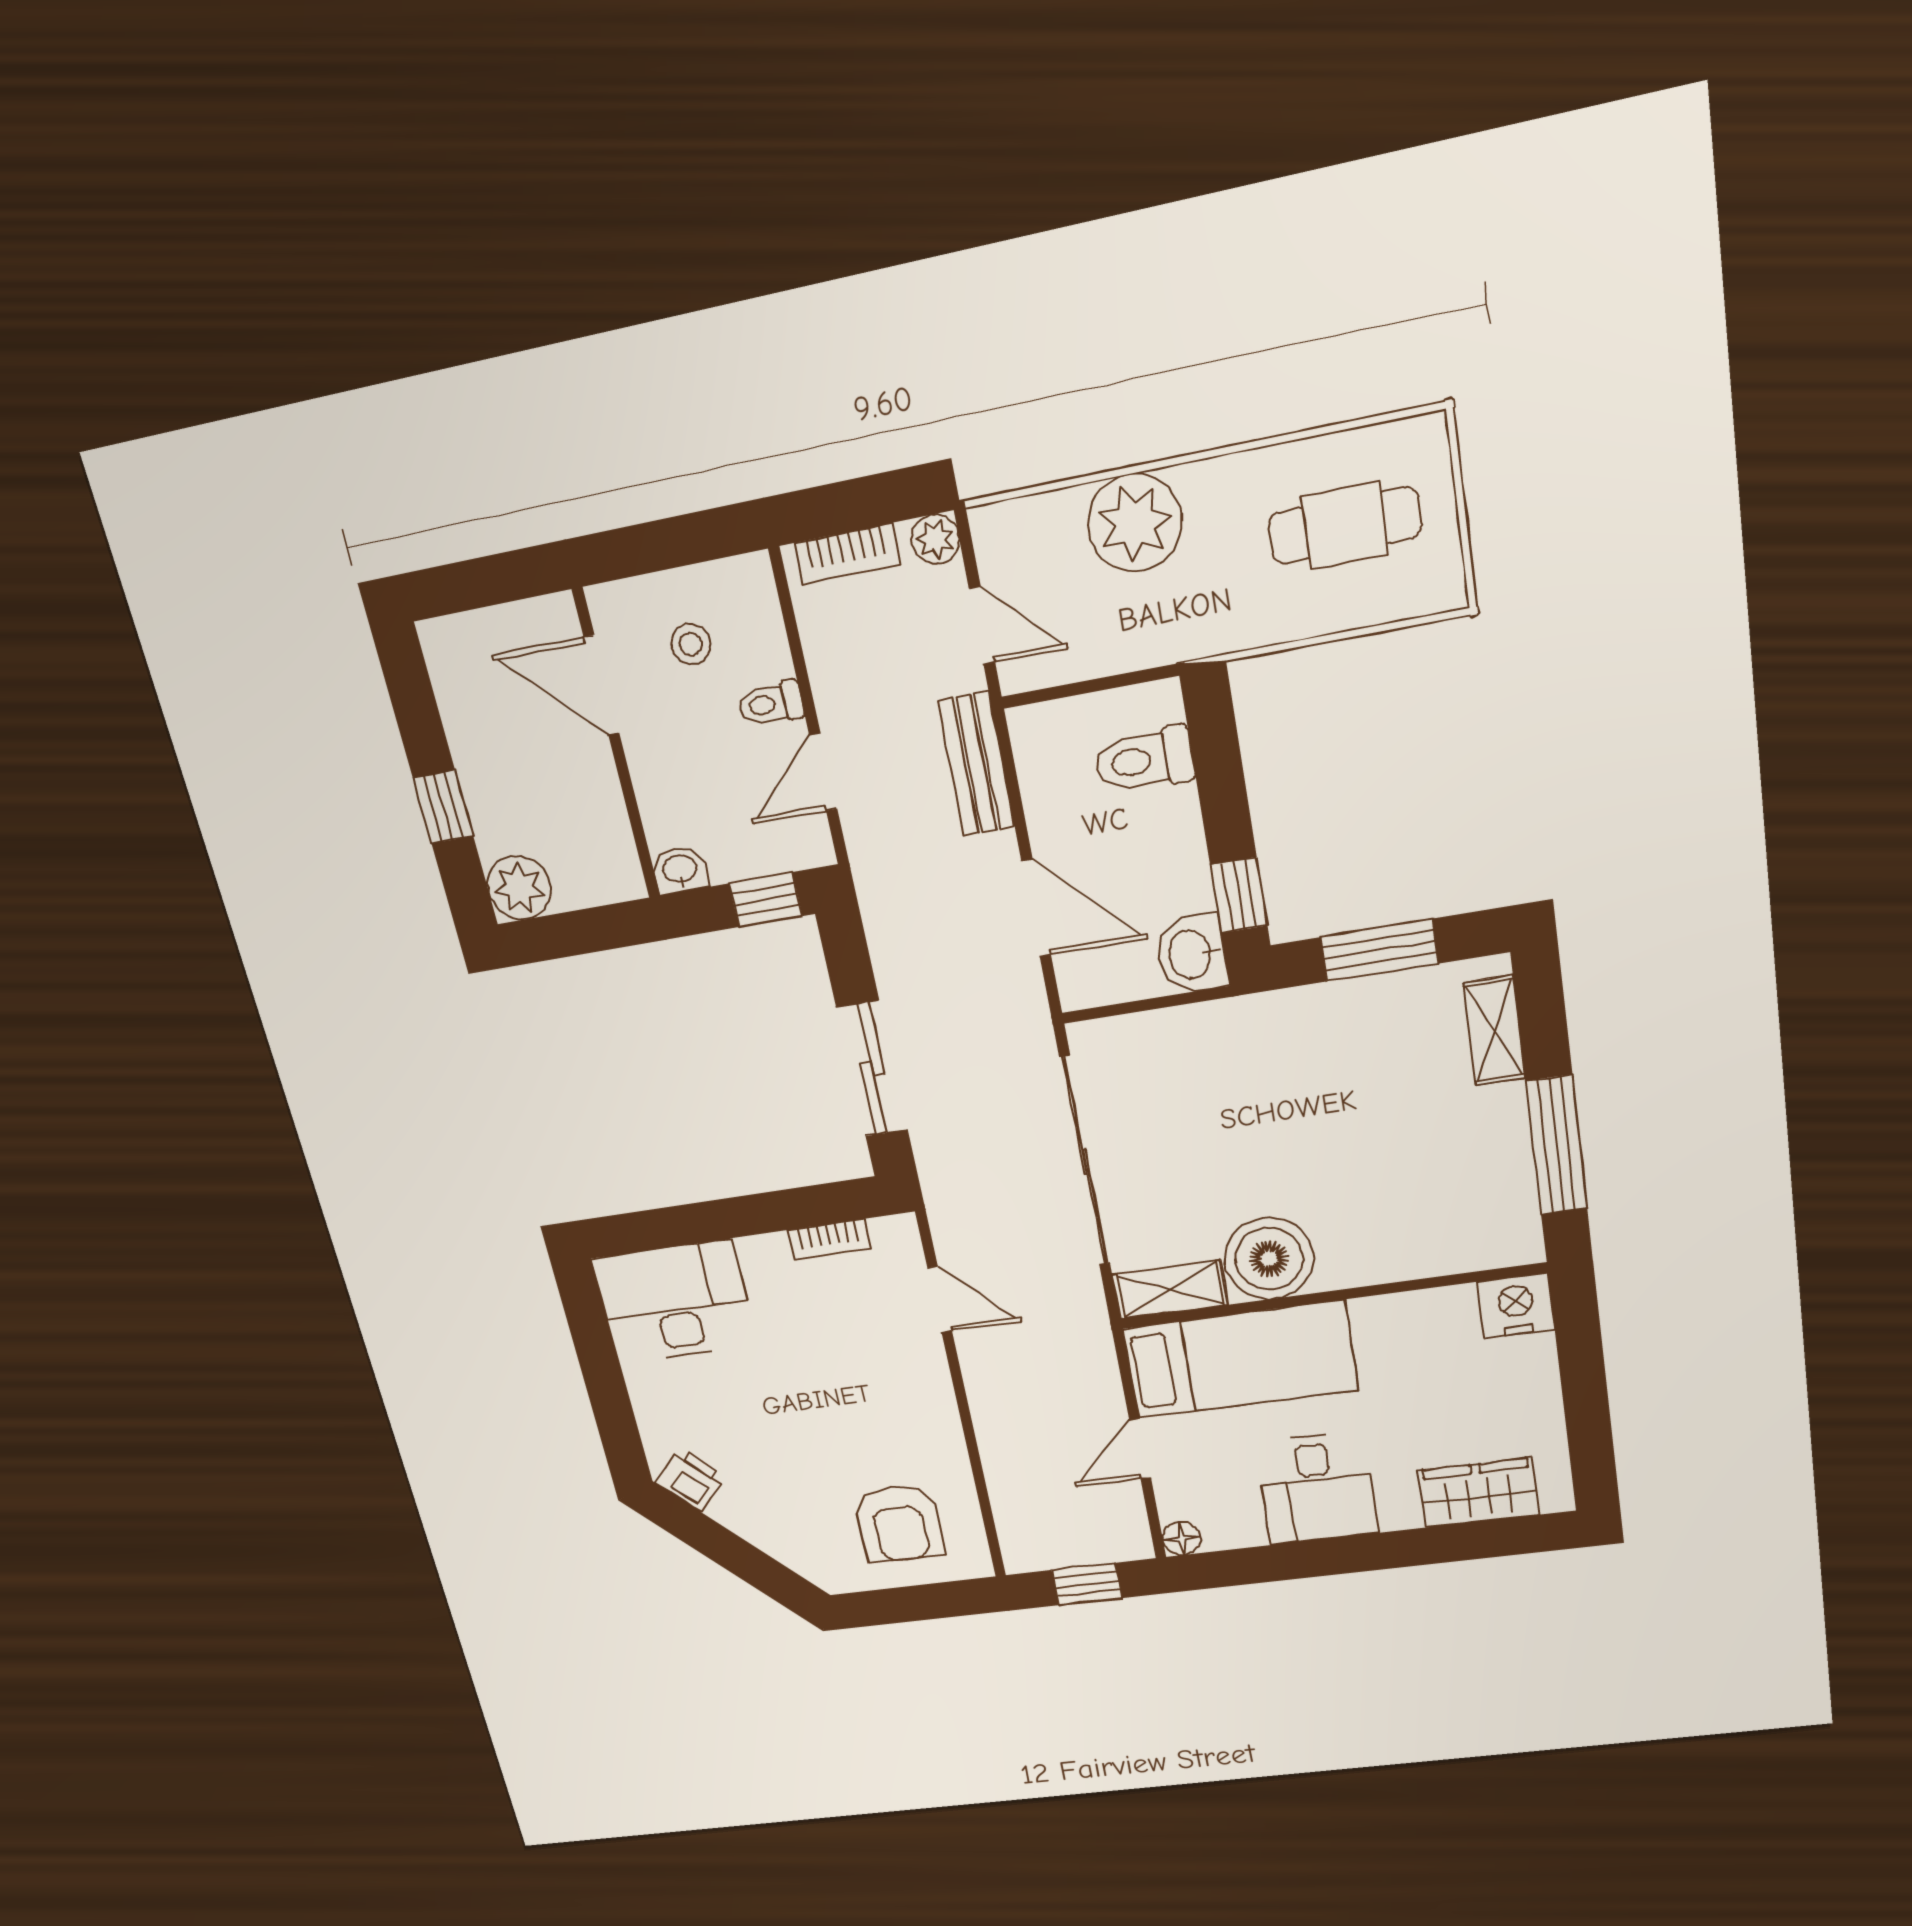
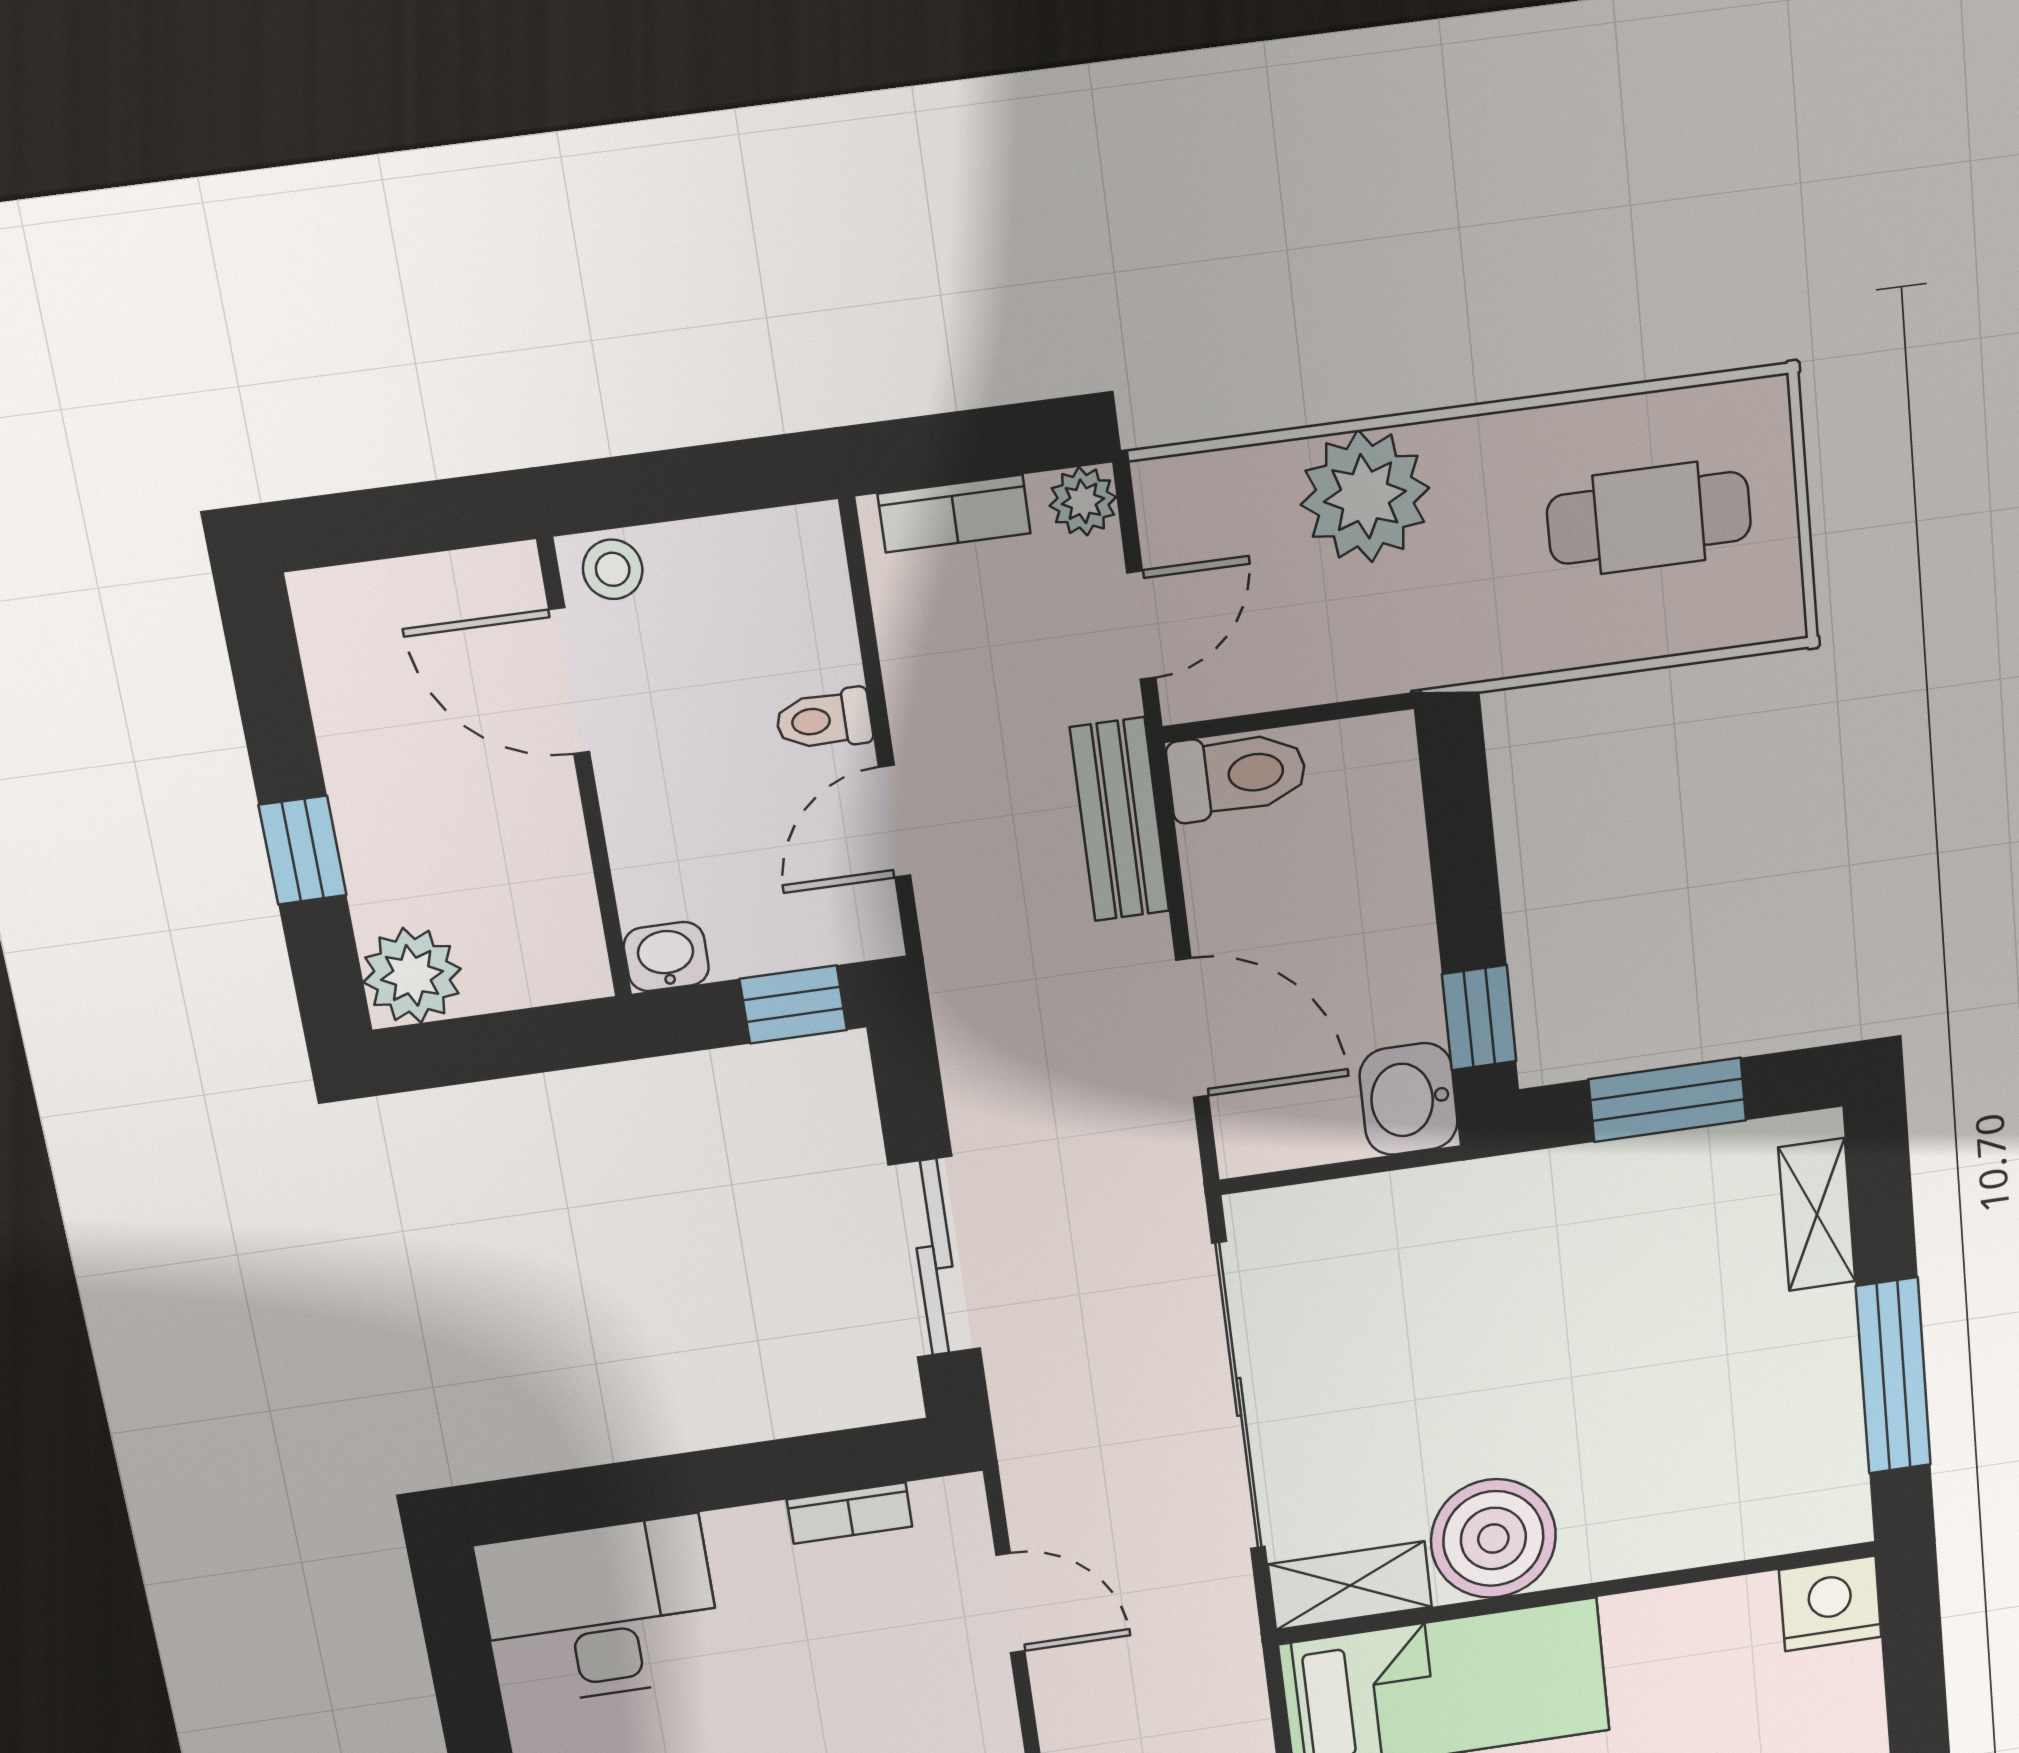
door: (982, 626) -> (1141, 625), hinge flipped
stool: (691, 644) -> (613, 569), moved
toilet: (1144, 760) -> (1237, 775), moved, turned 180

